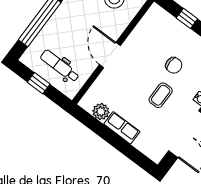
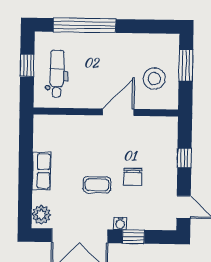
door: (110, 55) -> (118, 112), moved
plant: (101, 112) -> (41, 215), moved

